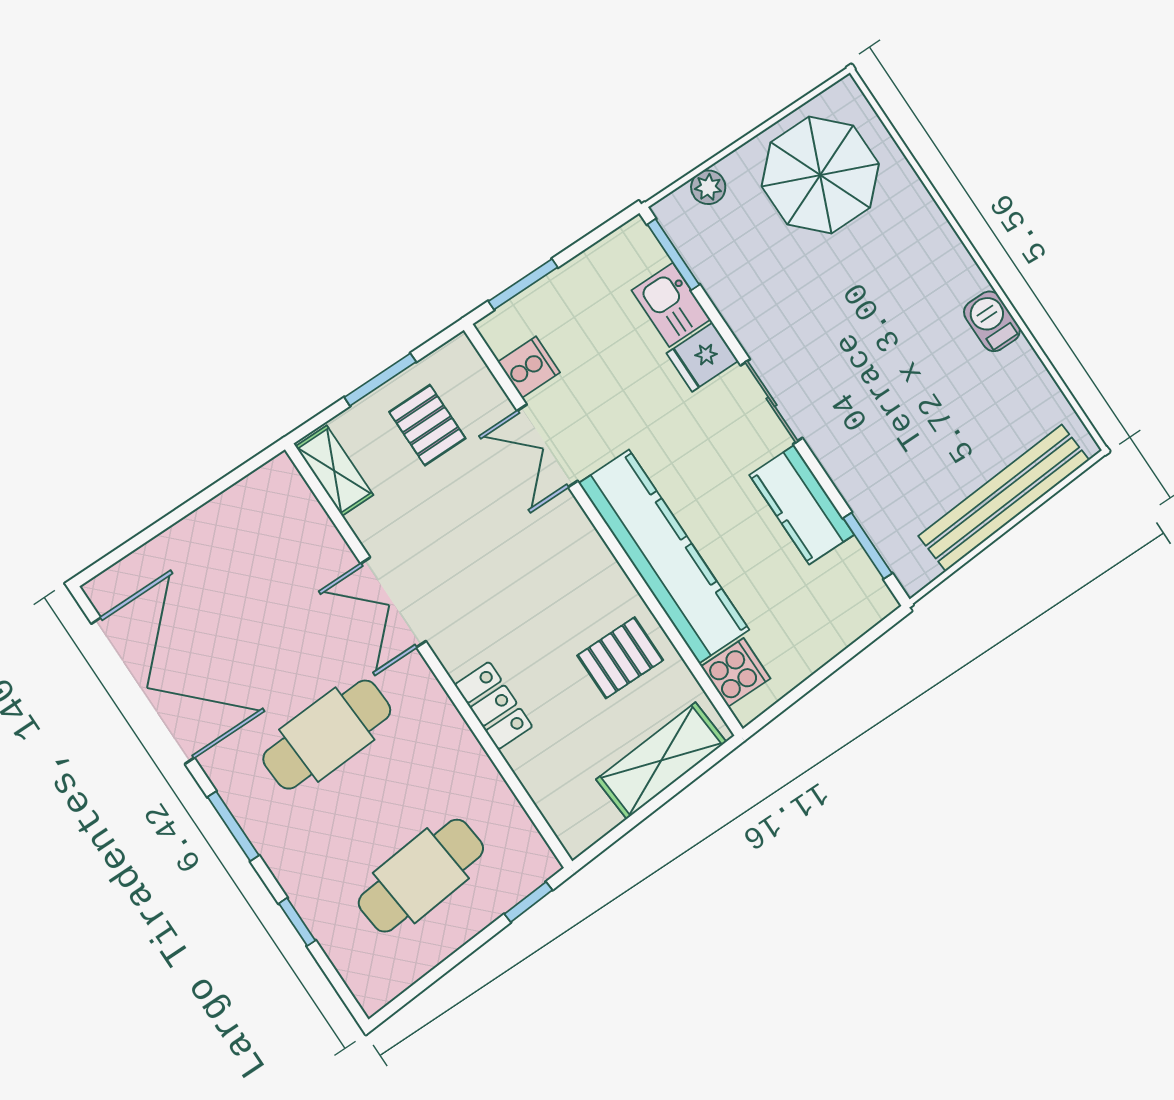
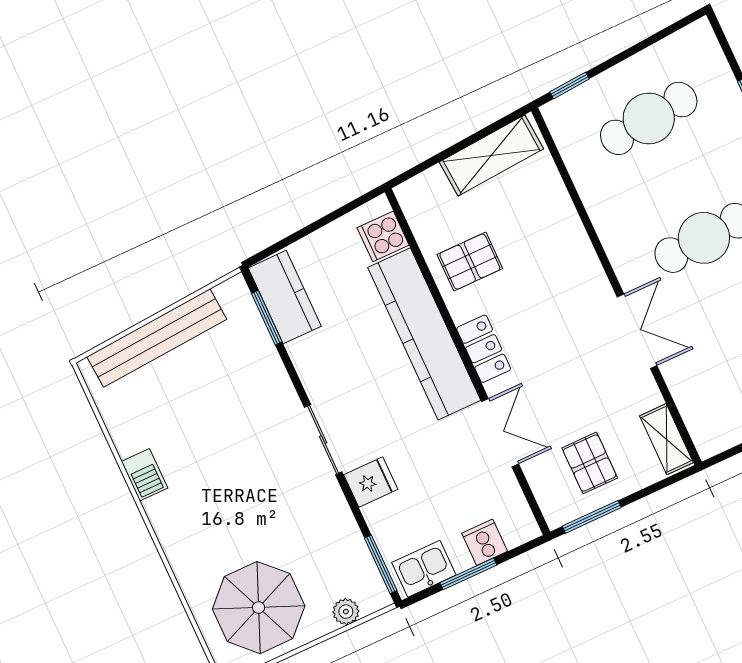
window: (523, 284) -> (468, 574), moved
kitchen sink: (671, 305) -> (424, 569), moved, turned -90
cooker: (529, 367) -> (485, 542), moved, turned 90
window: (380, 380) -> (592, 517), moved
kitchen counter: (802, 505) -> (285, 297), moved
locker: (493, 706) -> (484, 349), moved, turned 180
shelving: (661, 761) -> (491, 155), moved

